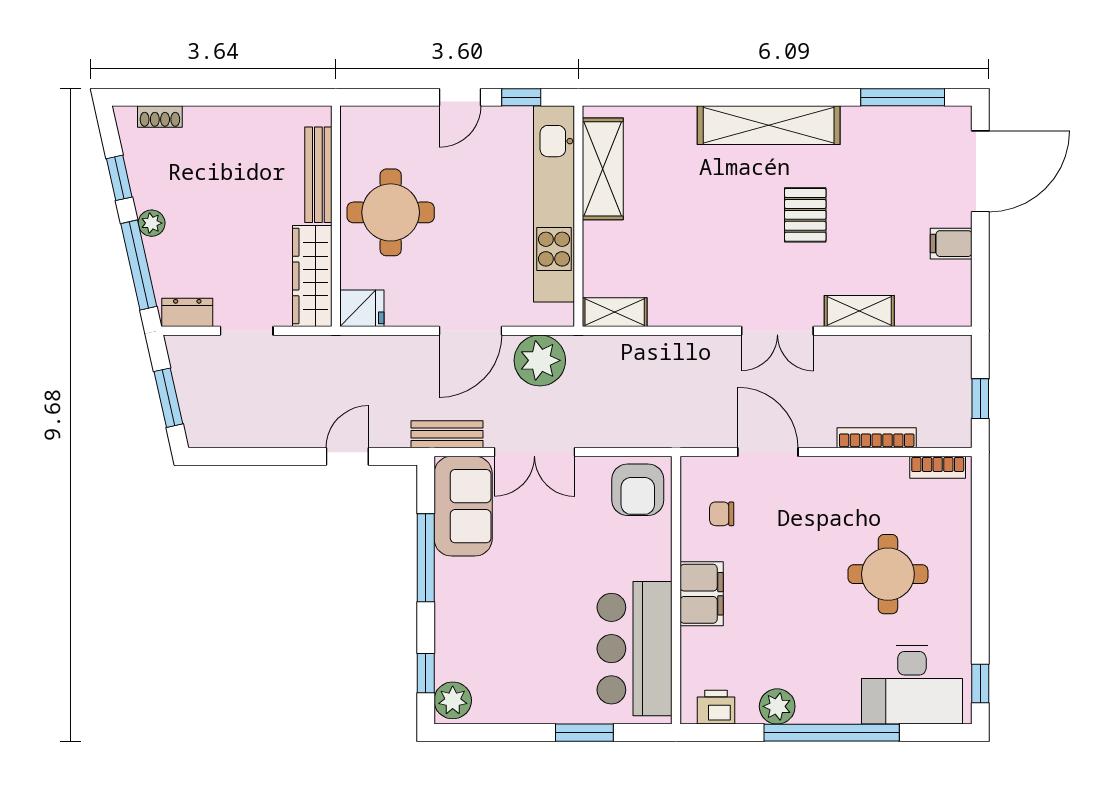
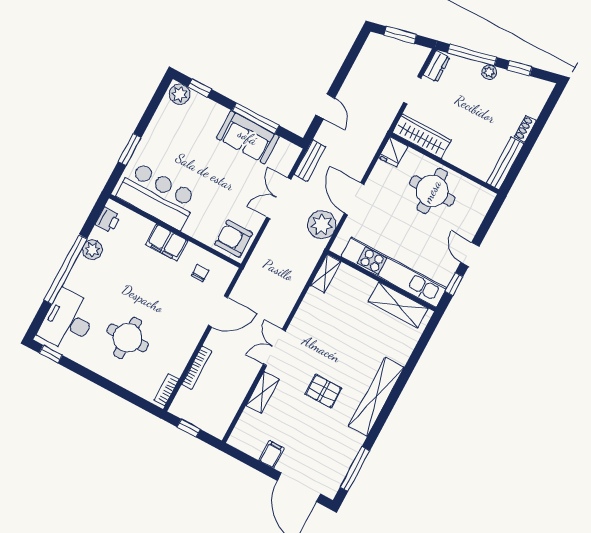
shoe rack: (160, 117) -> (525, 129), moved
bench: (318, 175) -> (505, 163), moved, turned 90
sofa: (463, 506) -> (248, 137), moved

